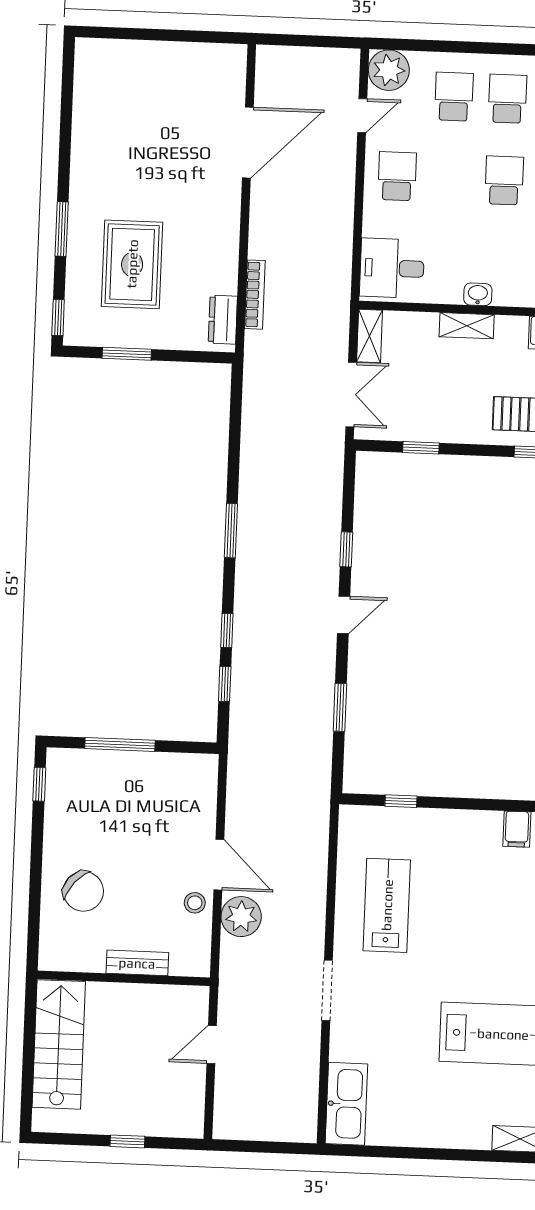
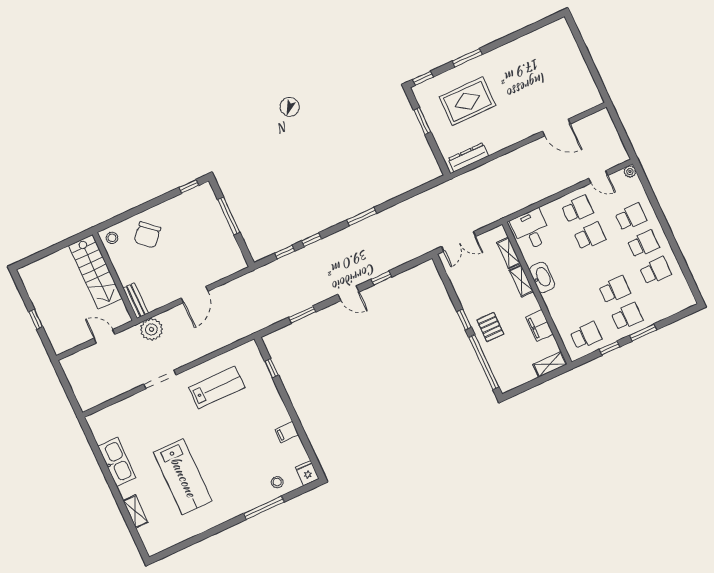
plant: (389, 70) -> (630, 172), width x0.53, depth x0.53
door: (248, 143) -> (556, 127), width x0.73
school desk: (504, 180) -> (590, 236), moved
washbasin: (478, 294) -> (542, 277), width x1.91, depth x1.45
bookcase: (255, 295) -> (484, 169), removed
dresser: (223, 320) -> (468, 157), width x1.44
shelving: (370, 336) -> (509, 253), moved, turned 90
window: (421, 448) -> (464, 320), moved
stool: (195, 903) -> (112, 238), moved
plant: (241, 917) -> (151, 329), moved
bench: (137, 963) -> (136, 301), moved
stairs: (59, 1044) -> (95, 272), moved, turned 90
kitchen sink: (346, 1104) -> (117, 462), moved, turned -90

